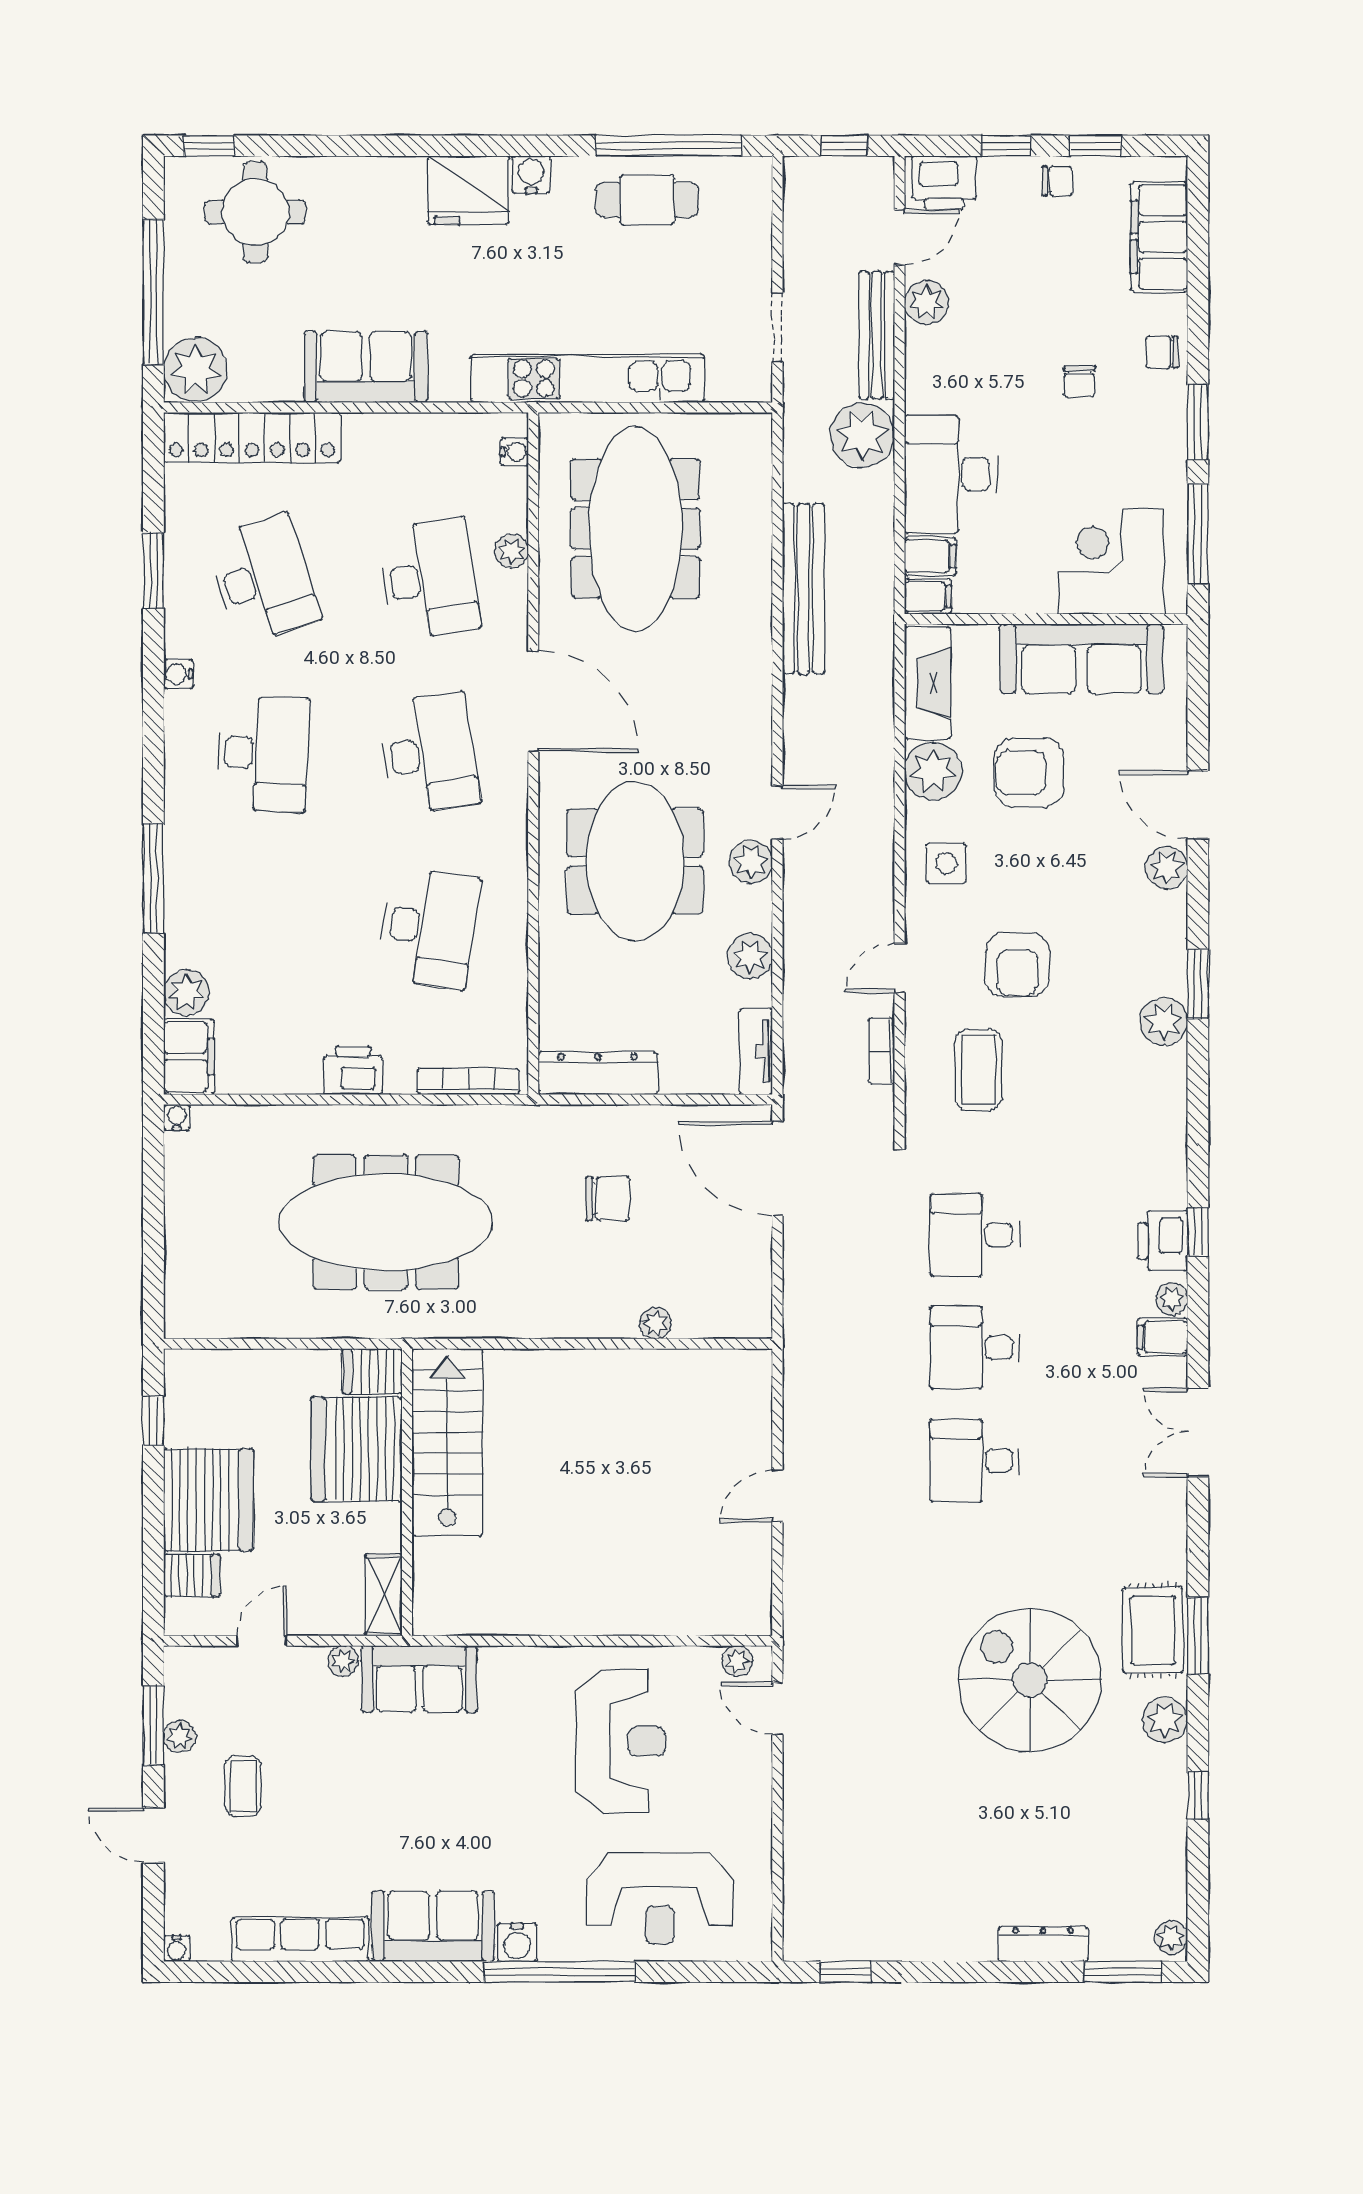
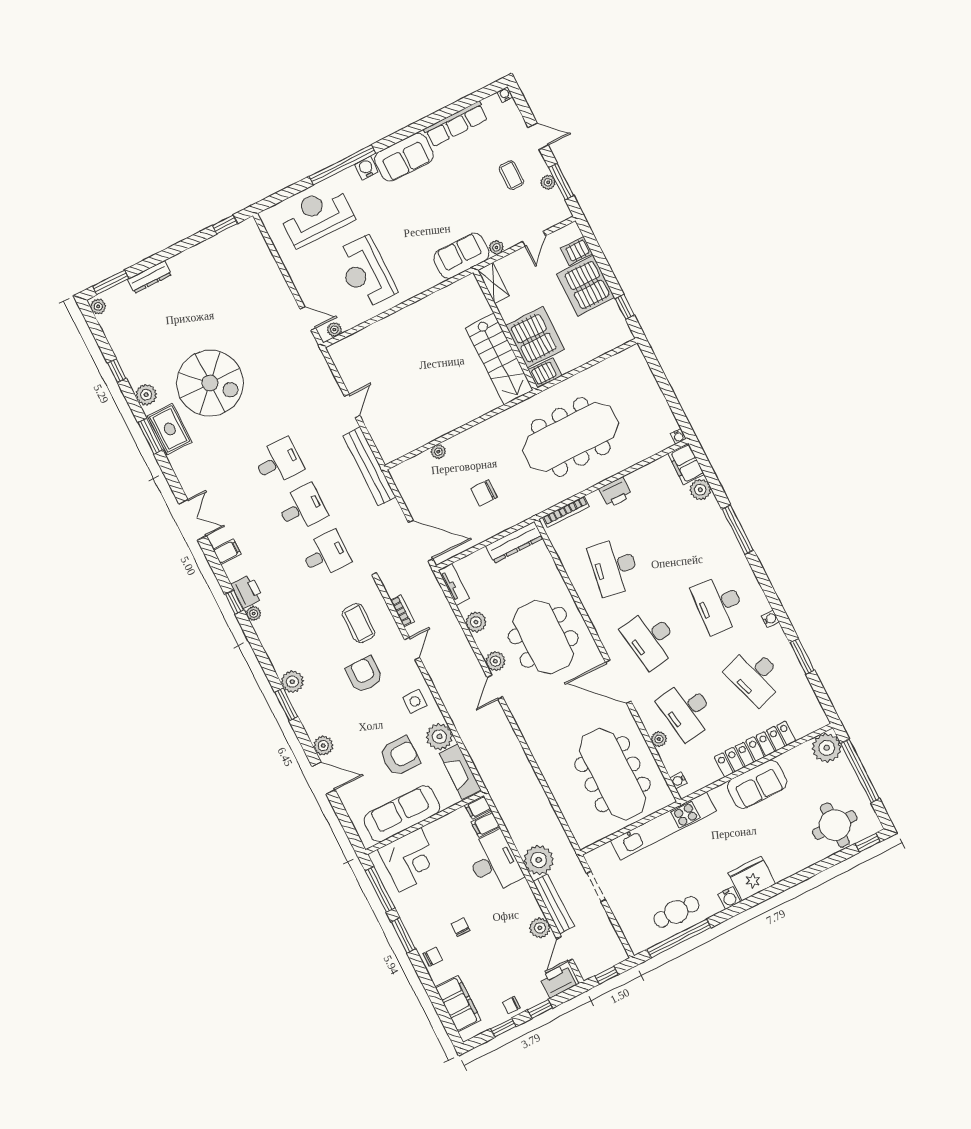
locker: (252, 437) -> (755, 749), moved
bench: (803, 589) -> (369, 466), moved
plant: (1172, 1299) -> (254, 613), moved

